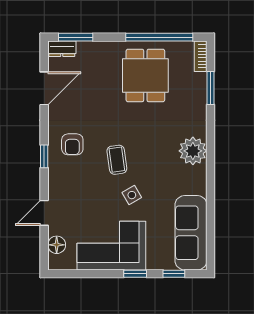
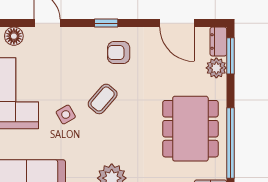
plant: (87, 51) -> (216, 68), added
dining table: (145, 75) -> (190, 129), width x1.38
coffee table: (117, 160) -> (103, 99), turned -41

